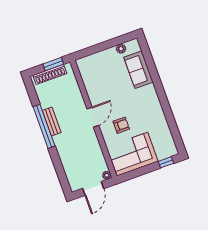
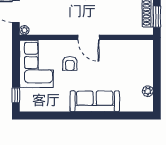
sofa: (139, 70) -> (95, 101), moved, width x1.36

